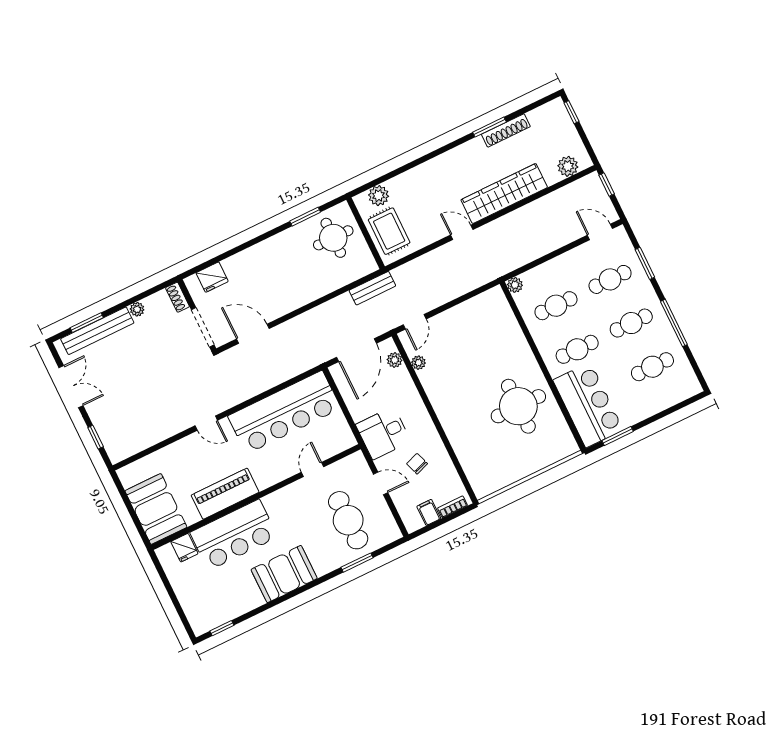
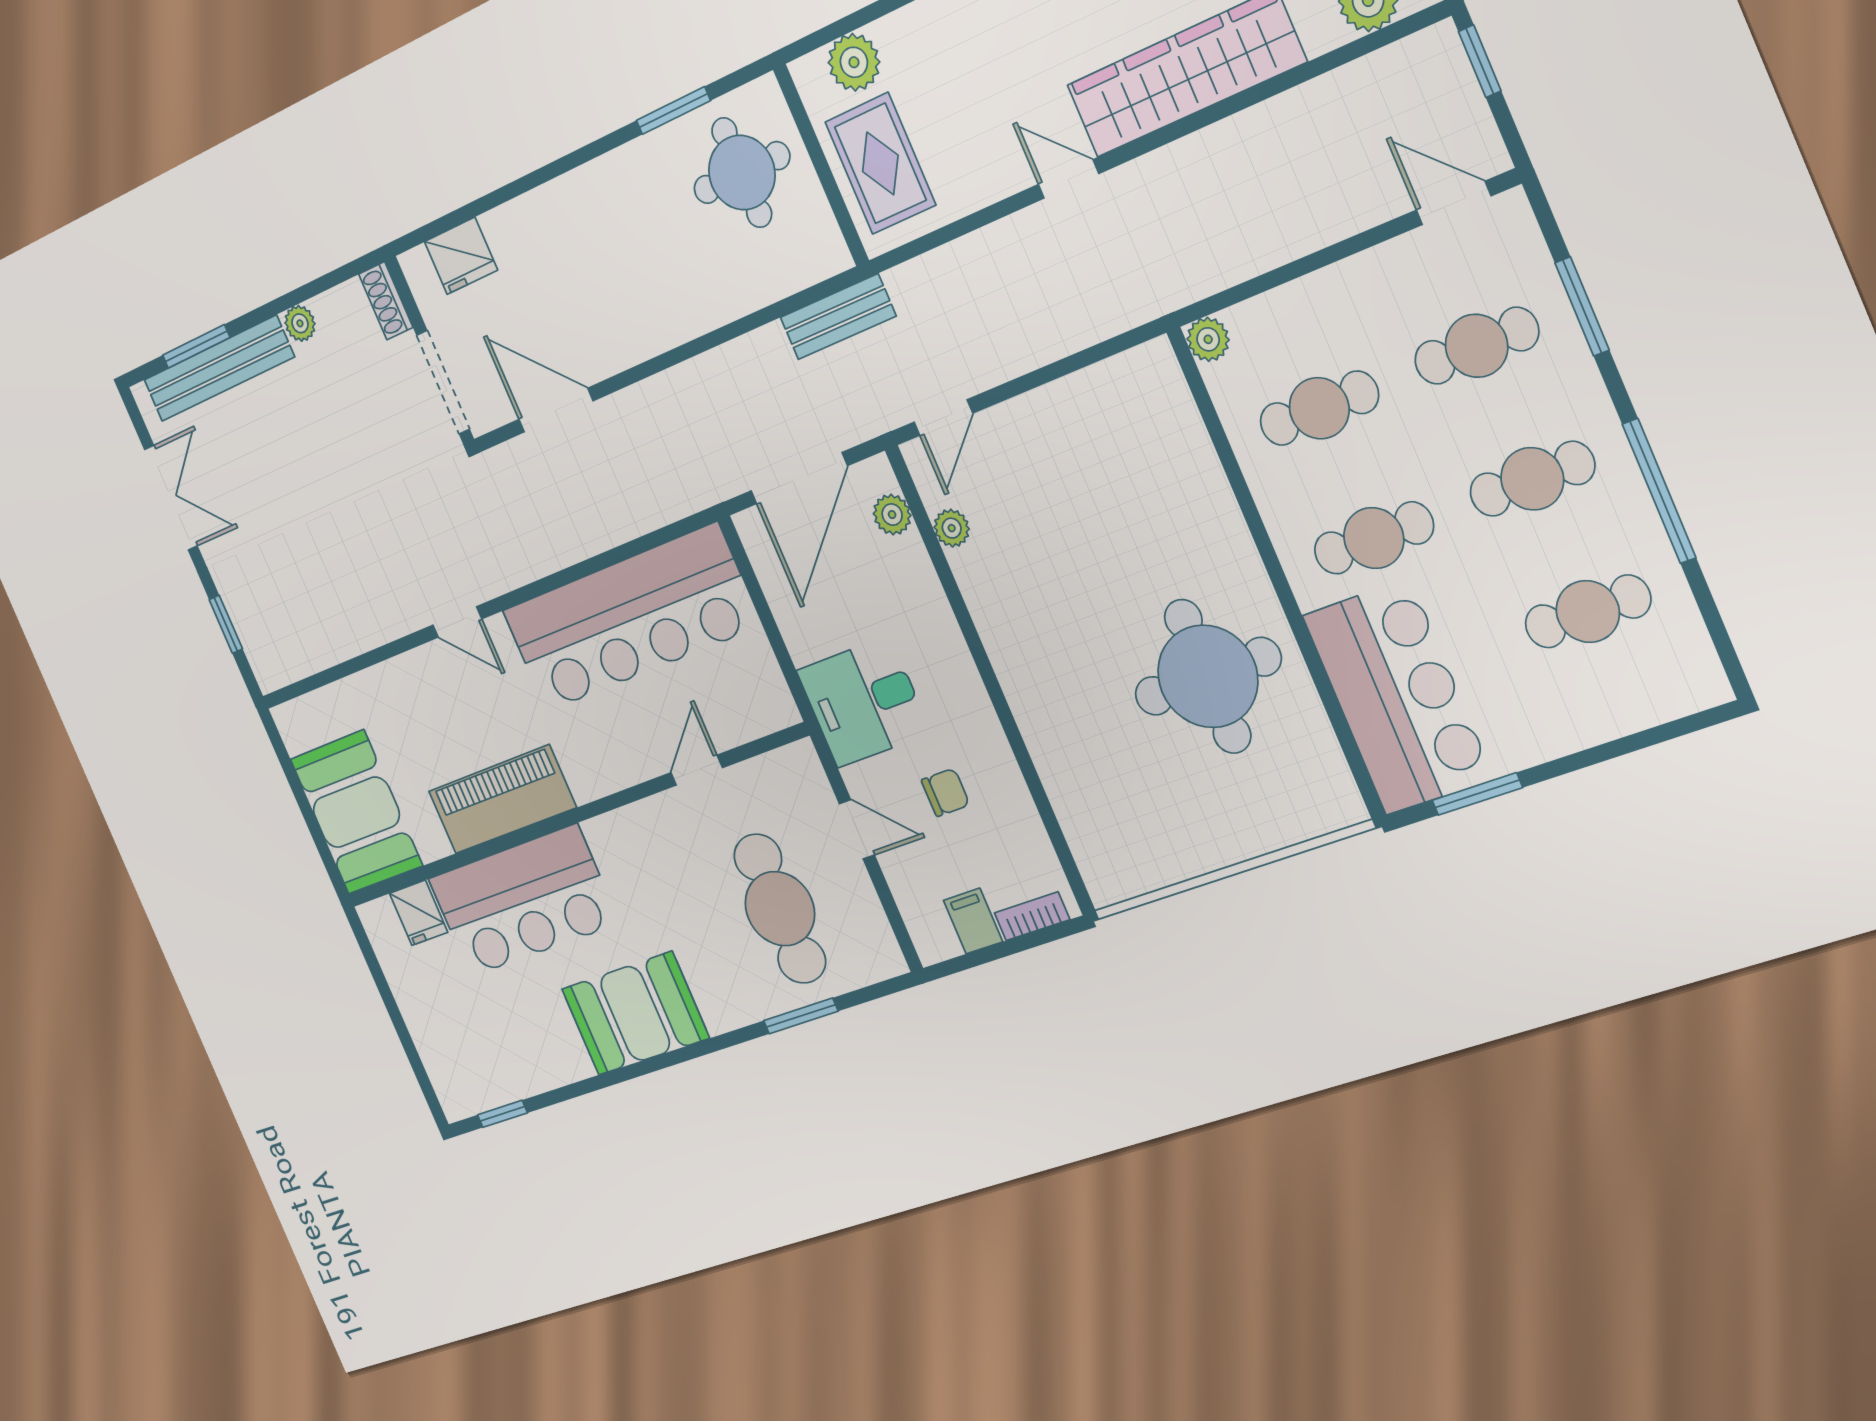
chair: (417, 464) -> (945, 792), turned 109

